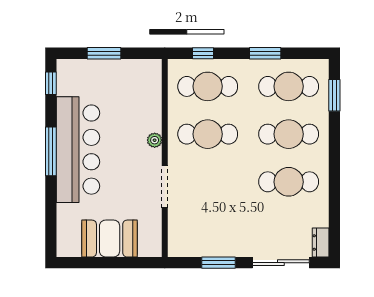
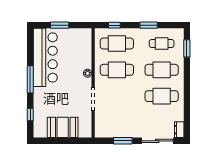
window: (51, 83) -> (30, 114), moved
cafe table: (289, 86) -> (162, 44), width x0.73, depth x0.74
bar counter: (78, 150) -> (45, 57), moved

